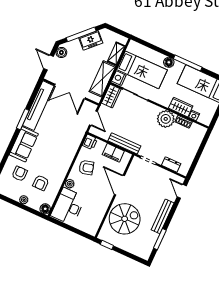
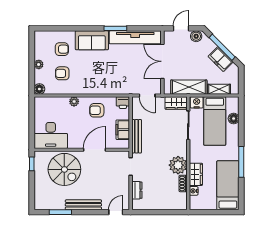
floor lamp: (169, 62) -> (234, 119), moved
door: (93, 118) -> (147, 96), hinge flipped
armchair: (86, 167) -> (97, 110), turned 105
desk: (68, 206) -> (51, 135), moved, turned 180

